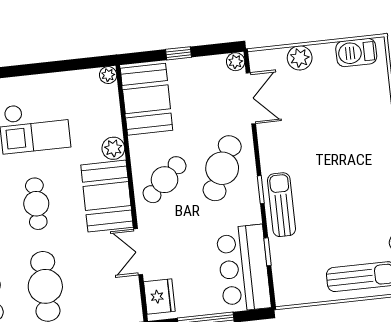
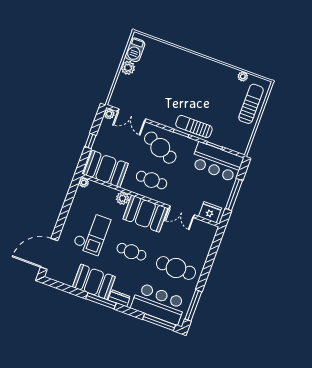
plant: (300, 58) -> (128, 68), moved
double door: (251, 98) -> (132, 115), swing flipped
cafe table: (165, 180) -> (152, 180), turned -47

